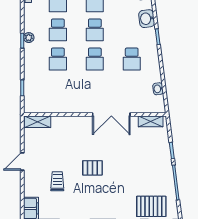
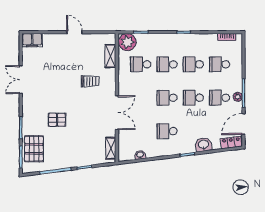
plant: (29, 38) -> (127, 42), moved, width x1.87, depth x1.87
school desk: (58, 88) -> (141, 64), added
double door: (111, 115) -> (117, 113), swing flipped
shelving: (37, 122) -> (110, 56), moved
pallet: (92, 168) -> (57, 120), moved, turned 90
trolley: (57, 181) -> (90, 81), moved

